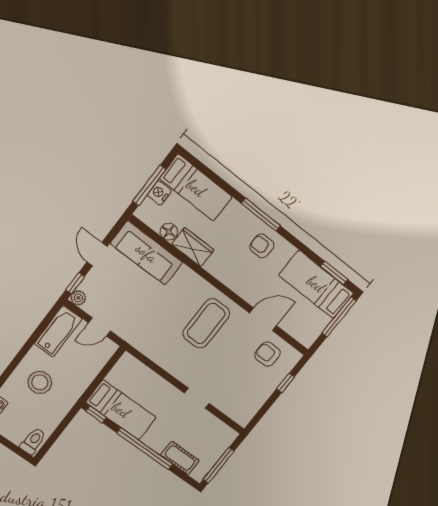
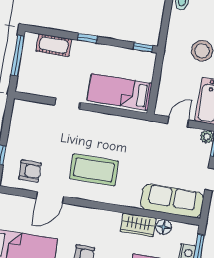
coffee table: (206, 323) -> (94, 170), turned 90
bed: (121, 410) -> (120, 92), moved
window: (145, 449) -> (87, 38), width x0.32

